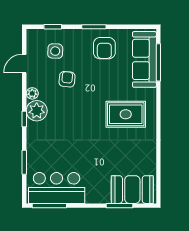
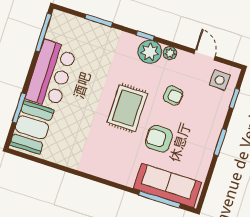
armchair: (104, 48) -> (159, 139), moved
side table: (55, 51) -> (220, 80), moved
rug: (126, 114) -> (127, 108), moved
bar counter: (57, 188) -> (51, 74), moved

